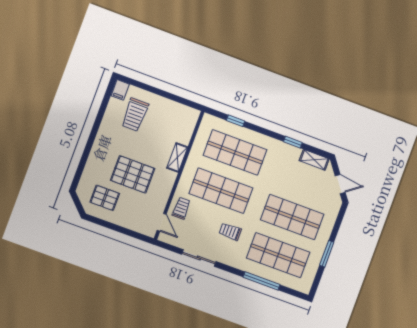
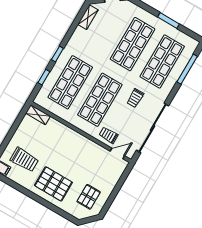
window: (293, 142) -> (57, 54), moved
shelving: (177, 158) -> (38, 115), moved
pallet: (133, 174) -> (53, 184), moved, turned 90
sliding door: (199, 258) -> (153, 128), width x1.86
window: (261, 281) -> (187, 69), moved

